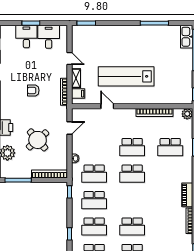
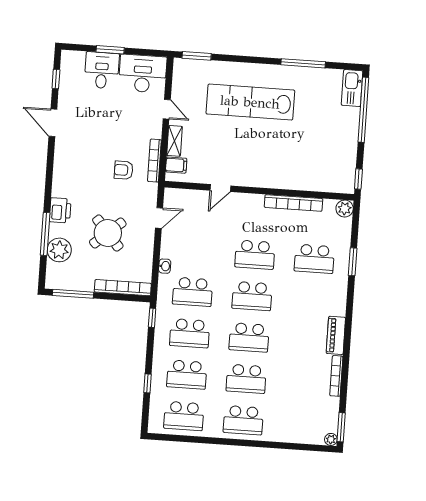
desk: (49, 37) -> (143, 74), width x1.37
lab bench: (126, 76) -> (250, 102), moved
armchair: (33, 90) -> (124, 170), moved
door: (107, 106) -> (220, 188), swing flipped
school desk: (132, 200) -> (249, 337), added

